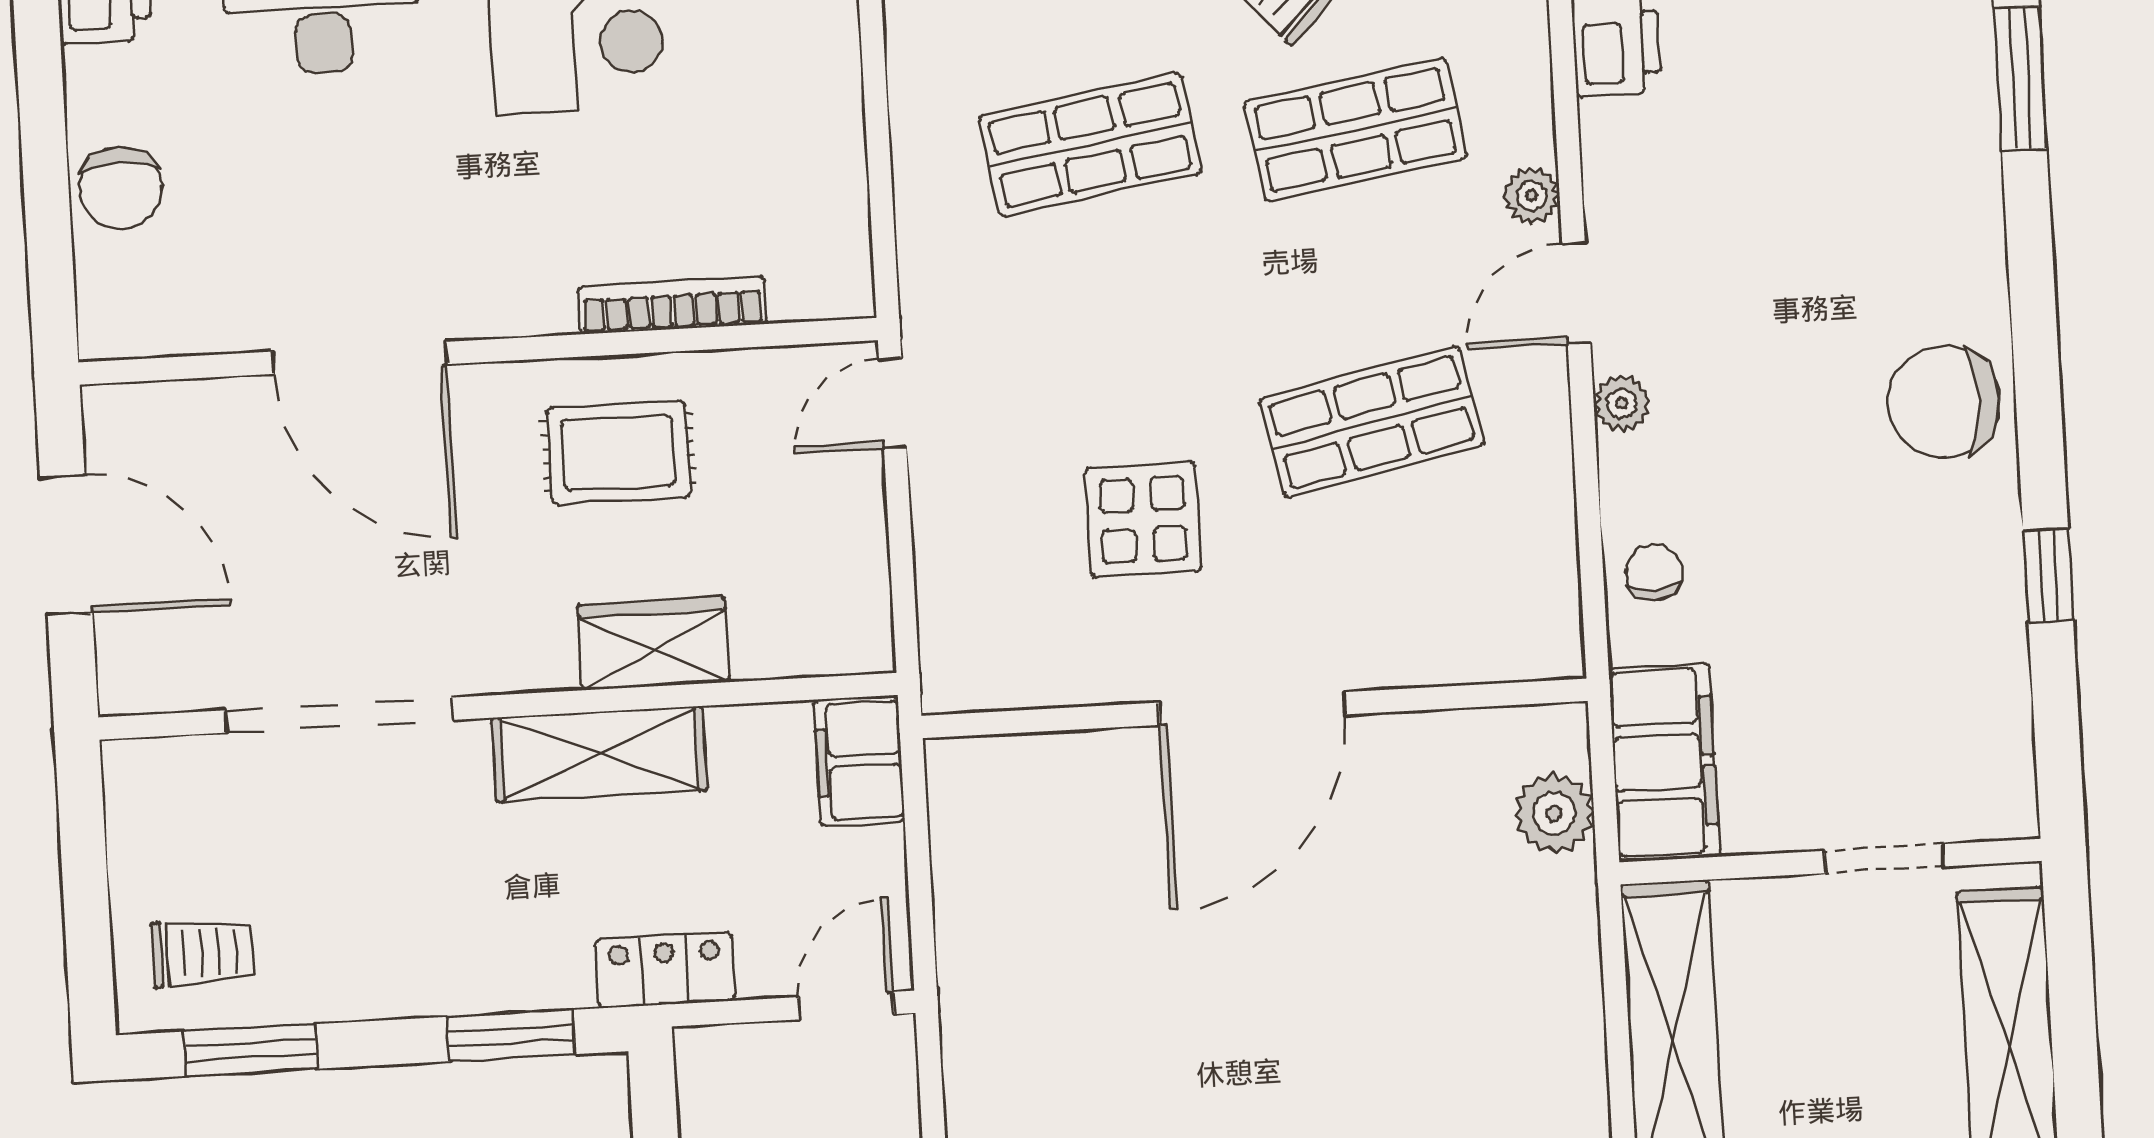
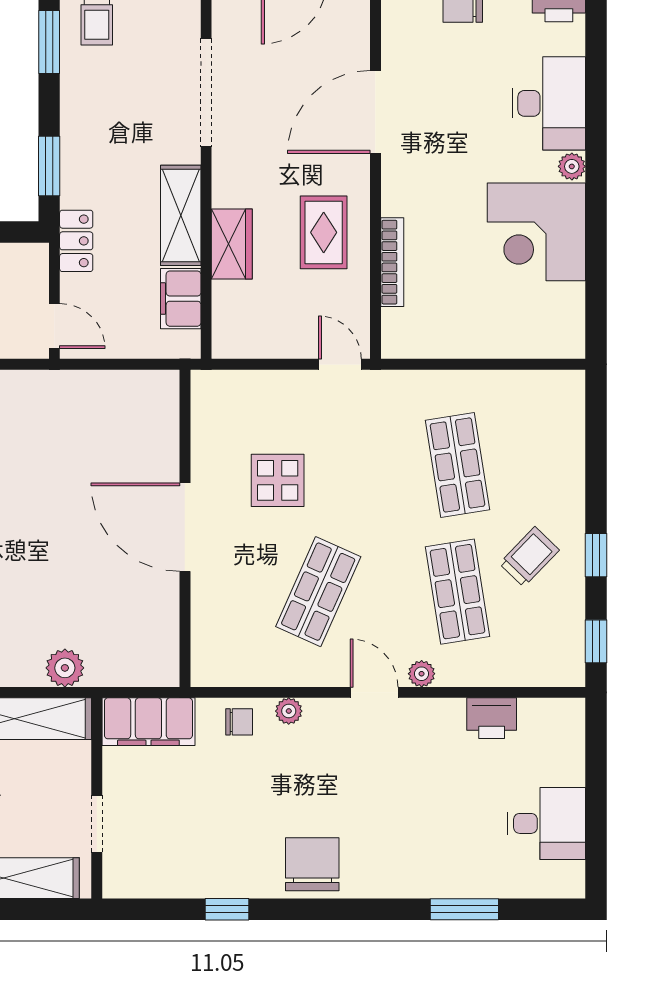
plant: (1622, 403) -> (289, 711), moved
shop shelf: (1372, 422) -> (318, 592), turned 36
filing cabinet: (859, 761) -> (181, 299), moved, turned -90
plant: (1554, 813) -> (65, 668), moved

